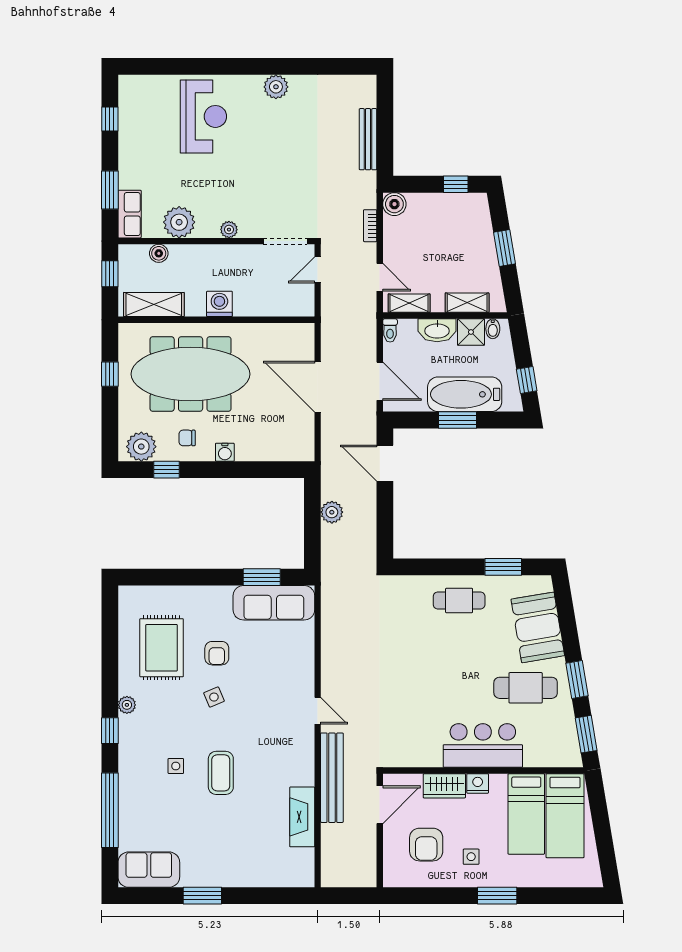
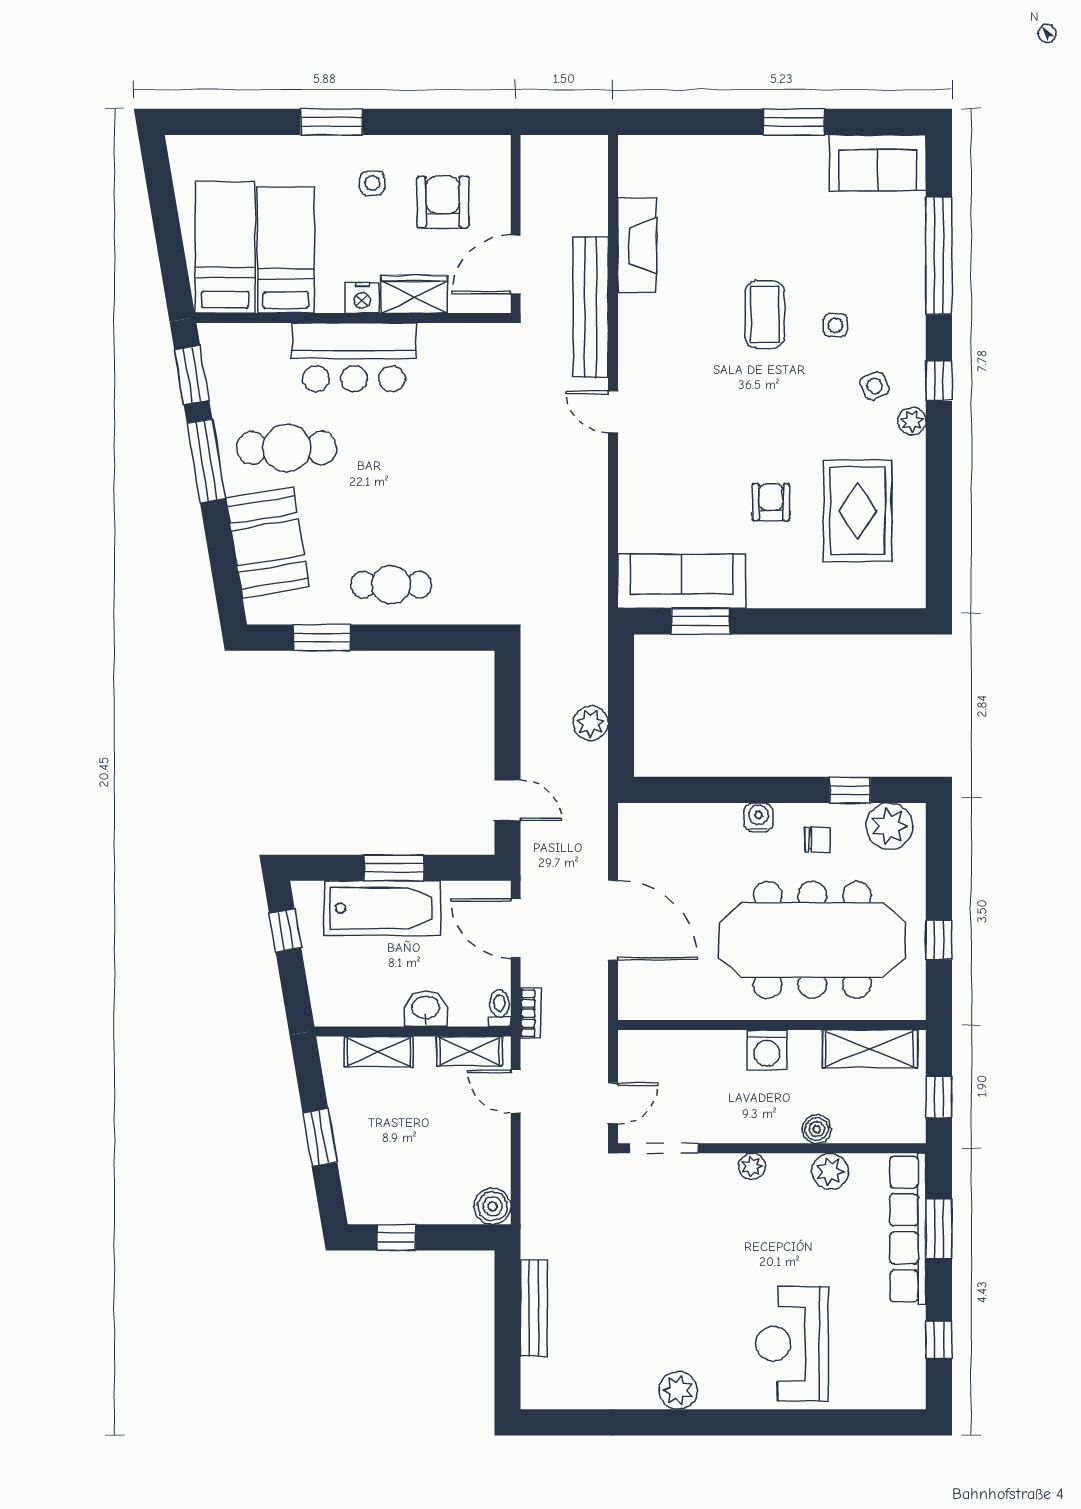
row of seats: (130, 214) -> (908, 1229), width x2.02
plant: (179, 222) -> (830, 1171), width x0.73, depth x0.73
bookcase: (370, 226) -> (531, 1013), moved
boiler: (159, 253) -> (817, 1129), moved
bidet: (493, 329) -> (338, 1011), removed
washbasin: (437, 330) -> (426, 1009), width x0.72
shower: (471, 332) -> (373, 1006), removed
door: (385, 463) -> (508, 800), width x0.73
window: (577, 679) -> (206, 461), width x1.44
side table: (214, 697) -> (875, 386), moved

